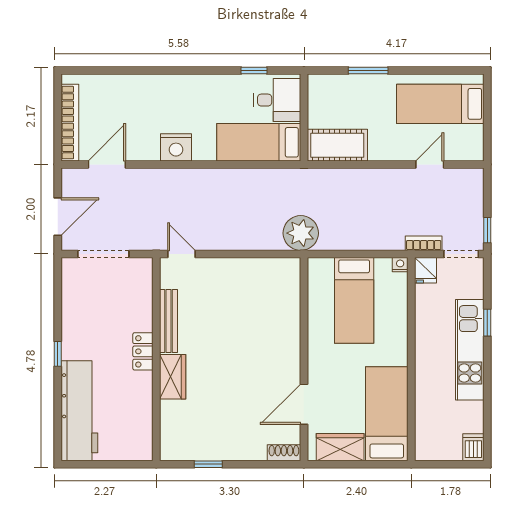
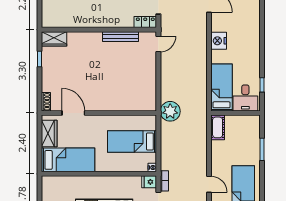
cot: (337, 145) -> (218, 127), width x0.73, depth x0.75
locker: (143, 351) -> (145, 22), moved
wardrobe: (173, 377) -> (54, 39), moved

